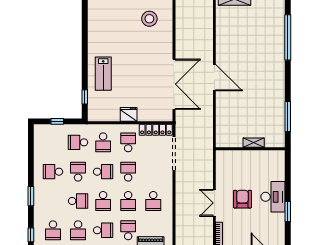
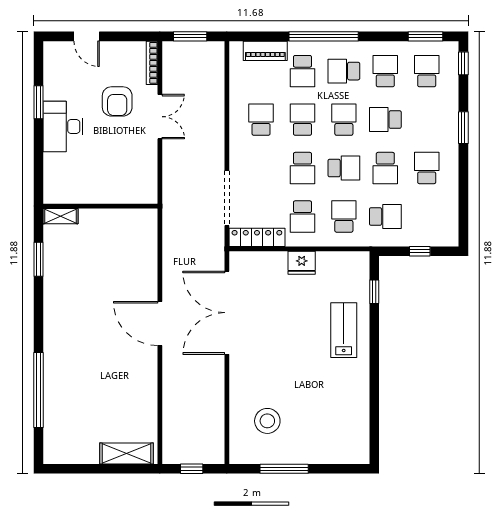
window: (288, 117) -> (38, 259), width x0.69
shelving: (254, 143) -> (60, 216), moved
school desk: (53, 172) -> (427, 168), turned -90
school desk: (103, 172) -> (344, 168), turned 180
armchair: (242, 199) -> (117, 101), moved

